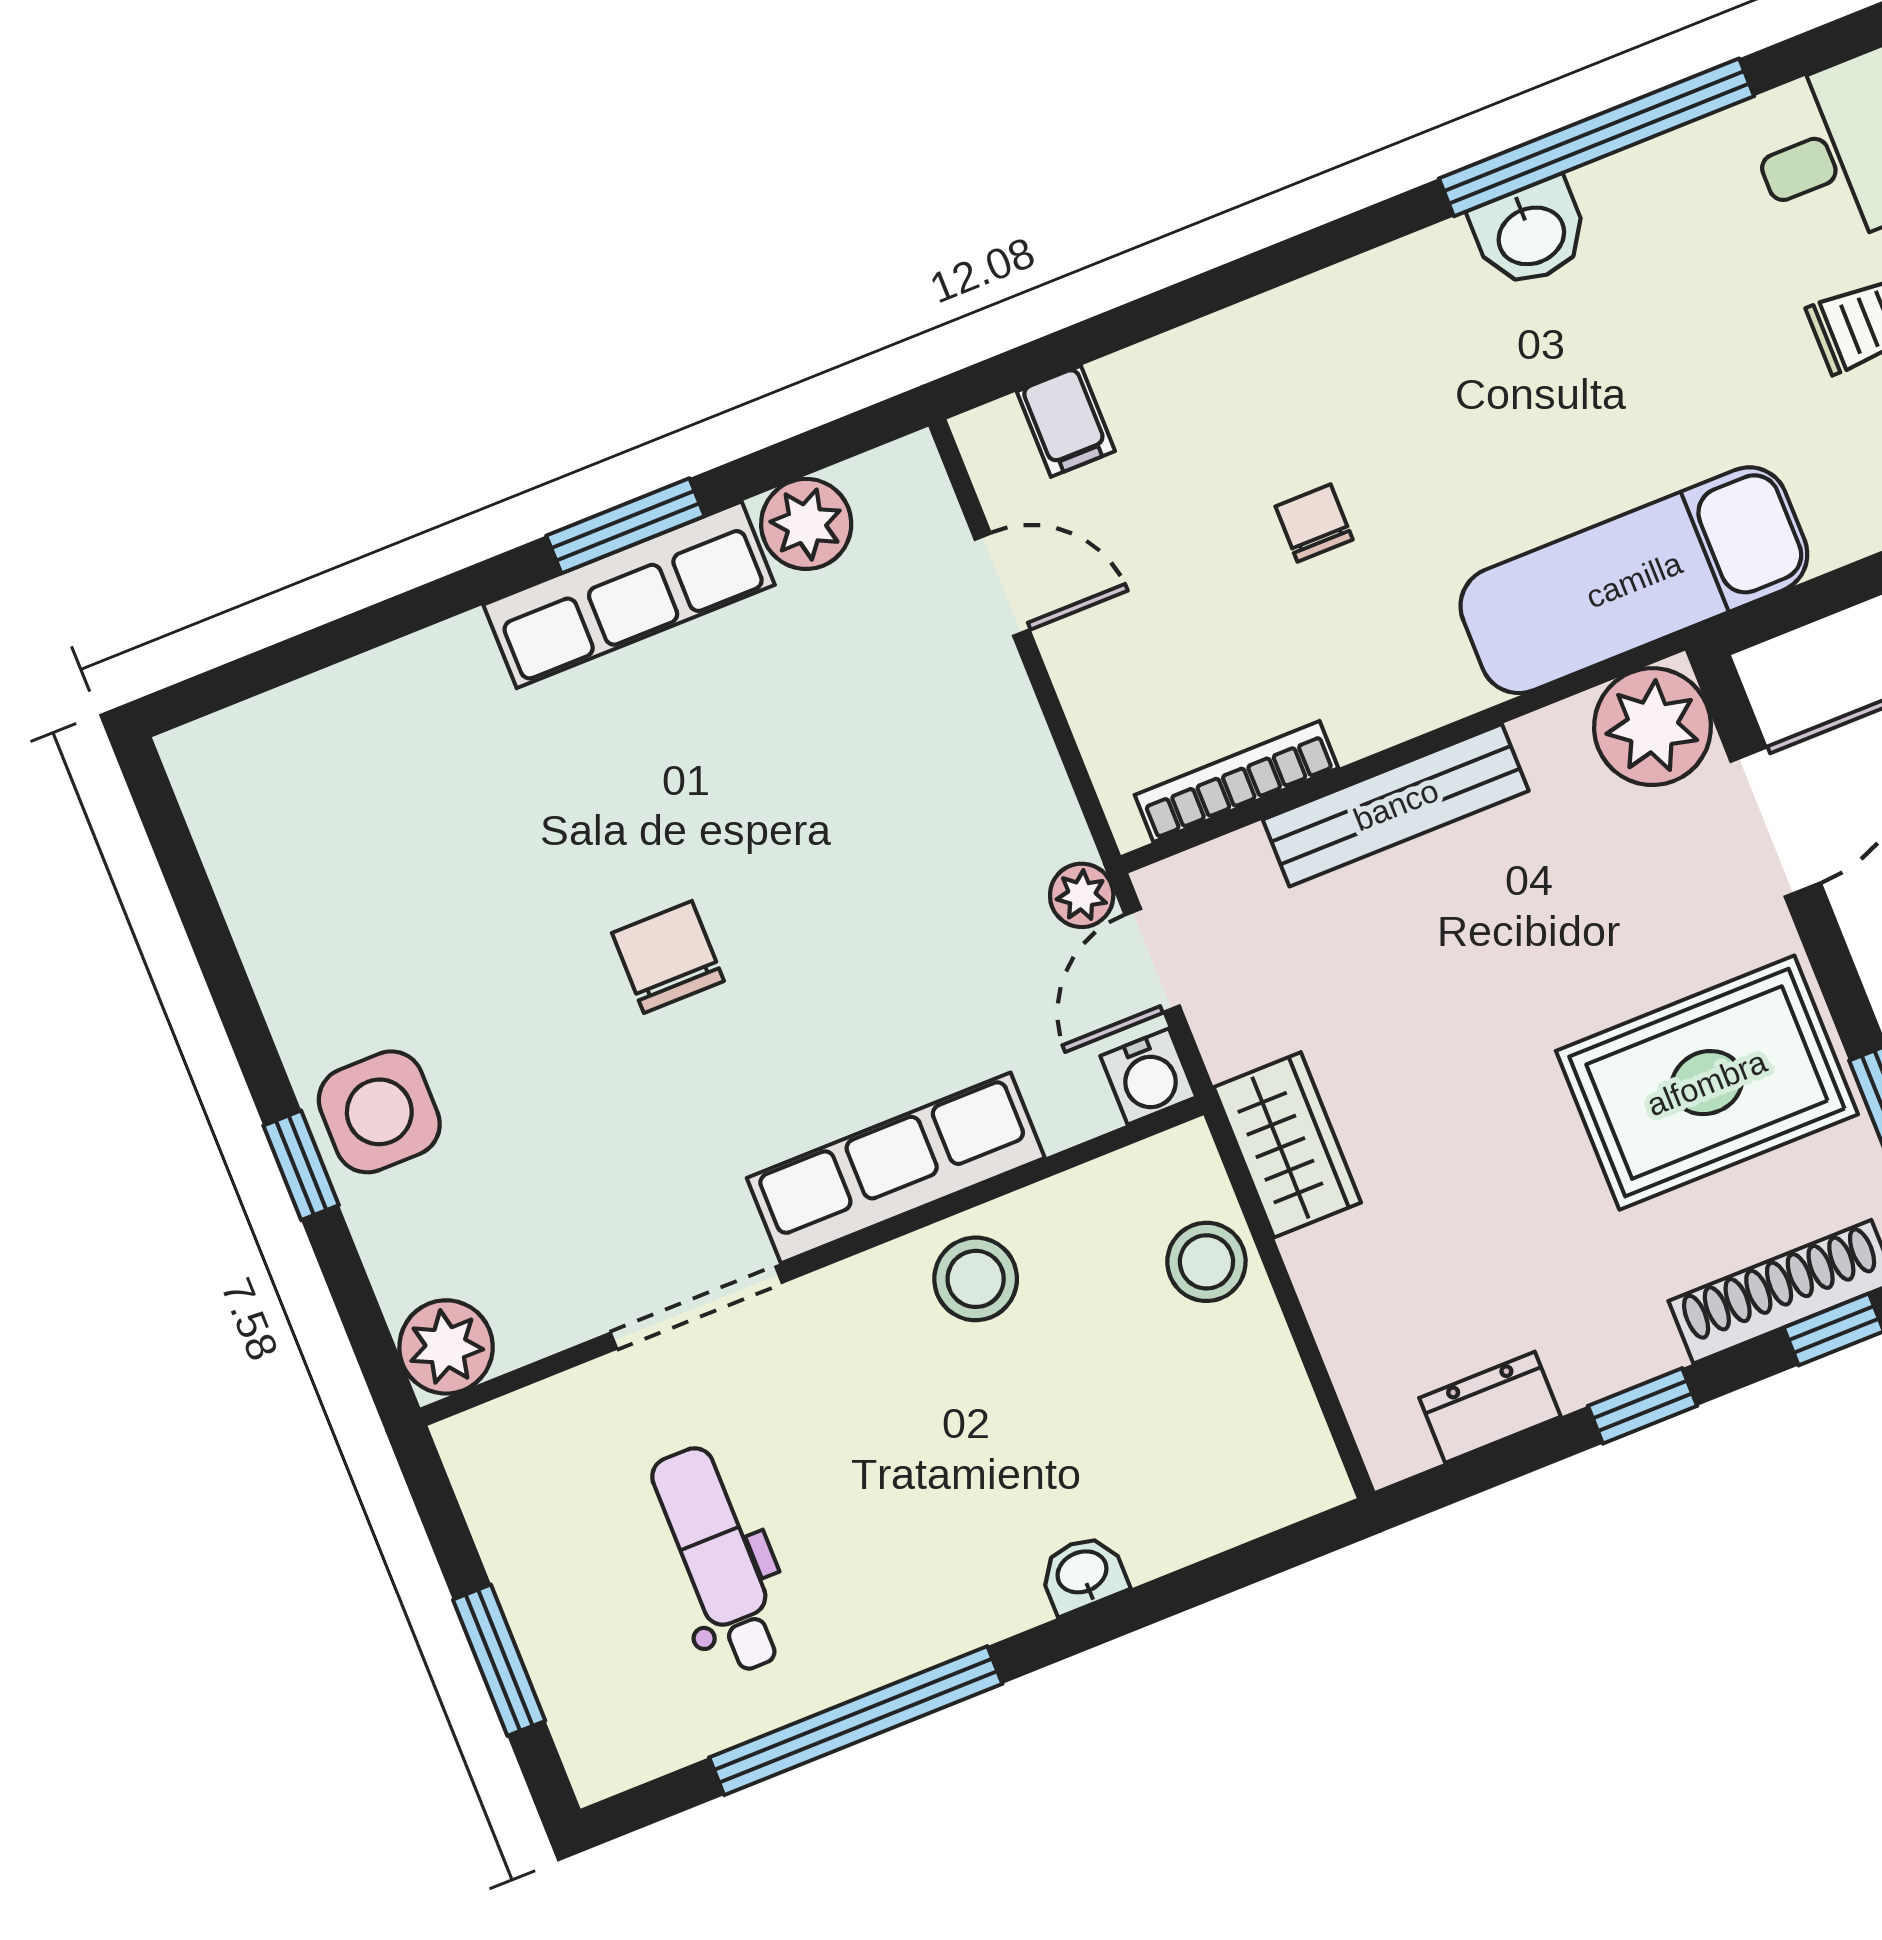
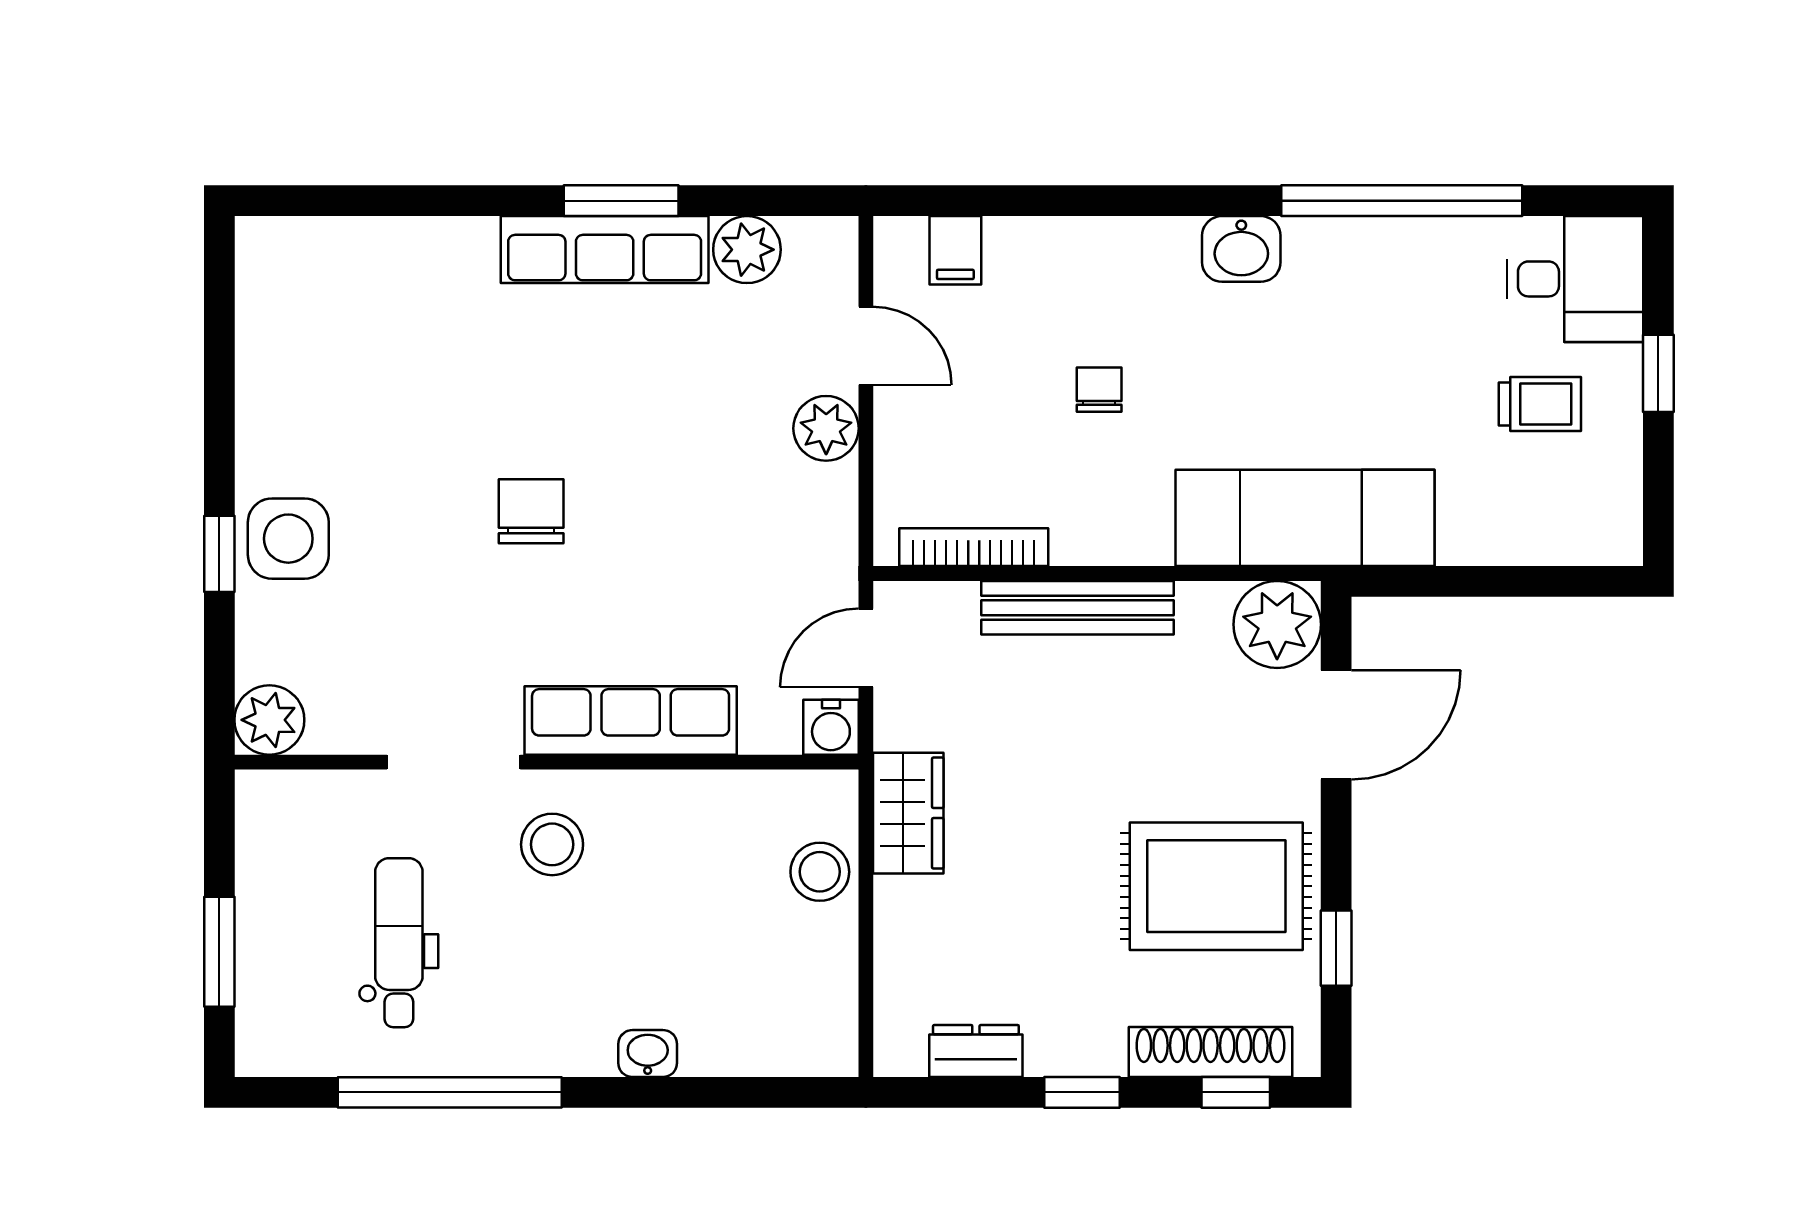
washbasin: (1530, 233) -> (1241, 249), moved
plant: (1082, 895) -> (826, 428), moved, width x1.38, depth x1.38
stool: (976, 1279) -> (552, 844), moved

